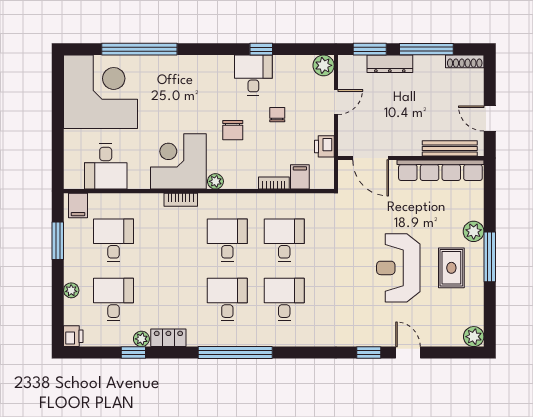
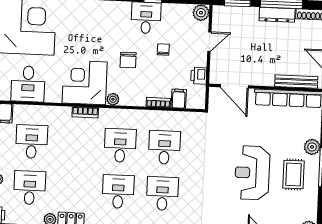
dresser: (390, 64) -> (277, 15), moved

